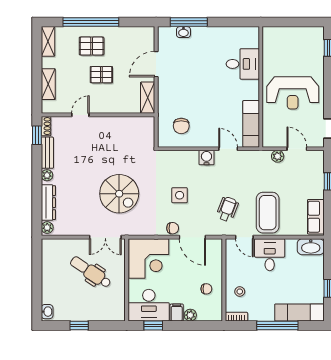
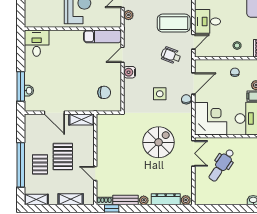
desk: (243, 64) -> (37, 43), moved
pallet: (101, 75) -> (63, 157), width x1.50, depth x1.42

